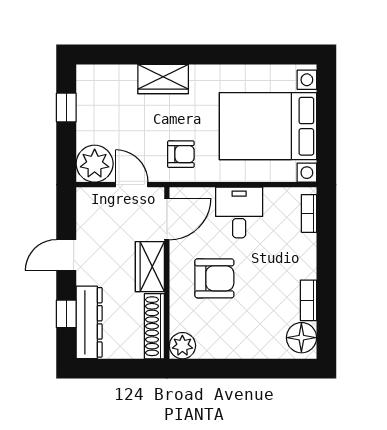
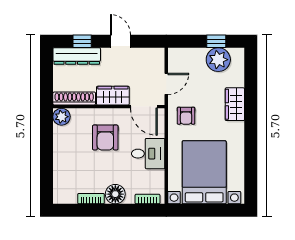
plant: (95, 164) -> (218, 60), moved
floor lamp: (301, 338) -> (115, 194), moved

